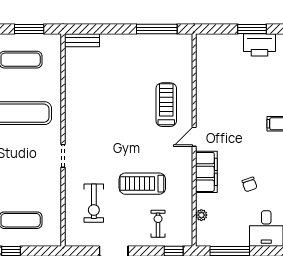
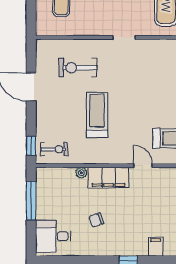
plant: (201, 215) -> (81, 173), moved
exercise bike: (158, 224) -> (54, 149), moved

